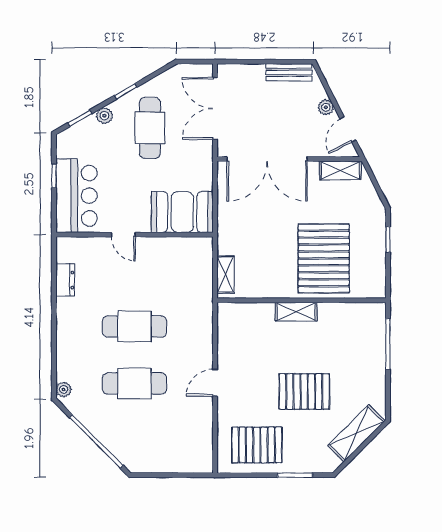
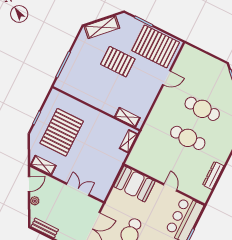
double door: (267, 159) -> (78, 189), width x0.54
pallet: (324, 258) -> (62, 132), moved
dresser: (65, 280) -> (213, 175), width x1.44
shelving: (296, 312) -> (127, 117), moved
door: (215, 383) -> (167, 78), moved
pallet: (257, 445) -> (156, 46), width x1.37, depth x1.41

